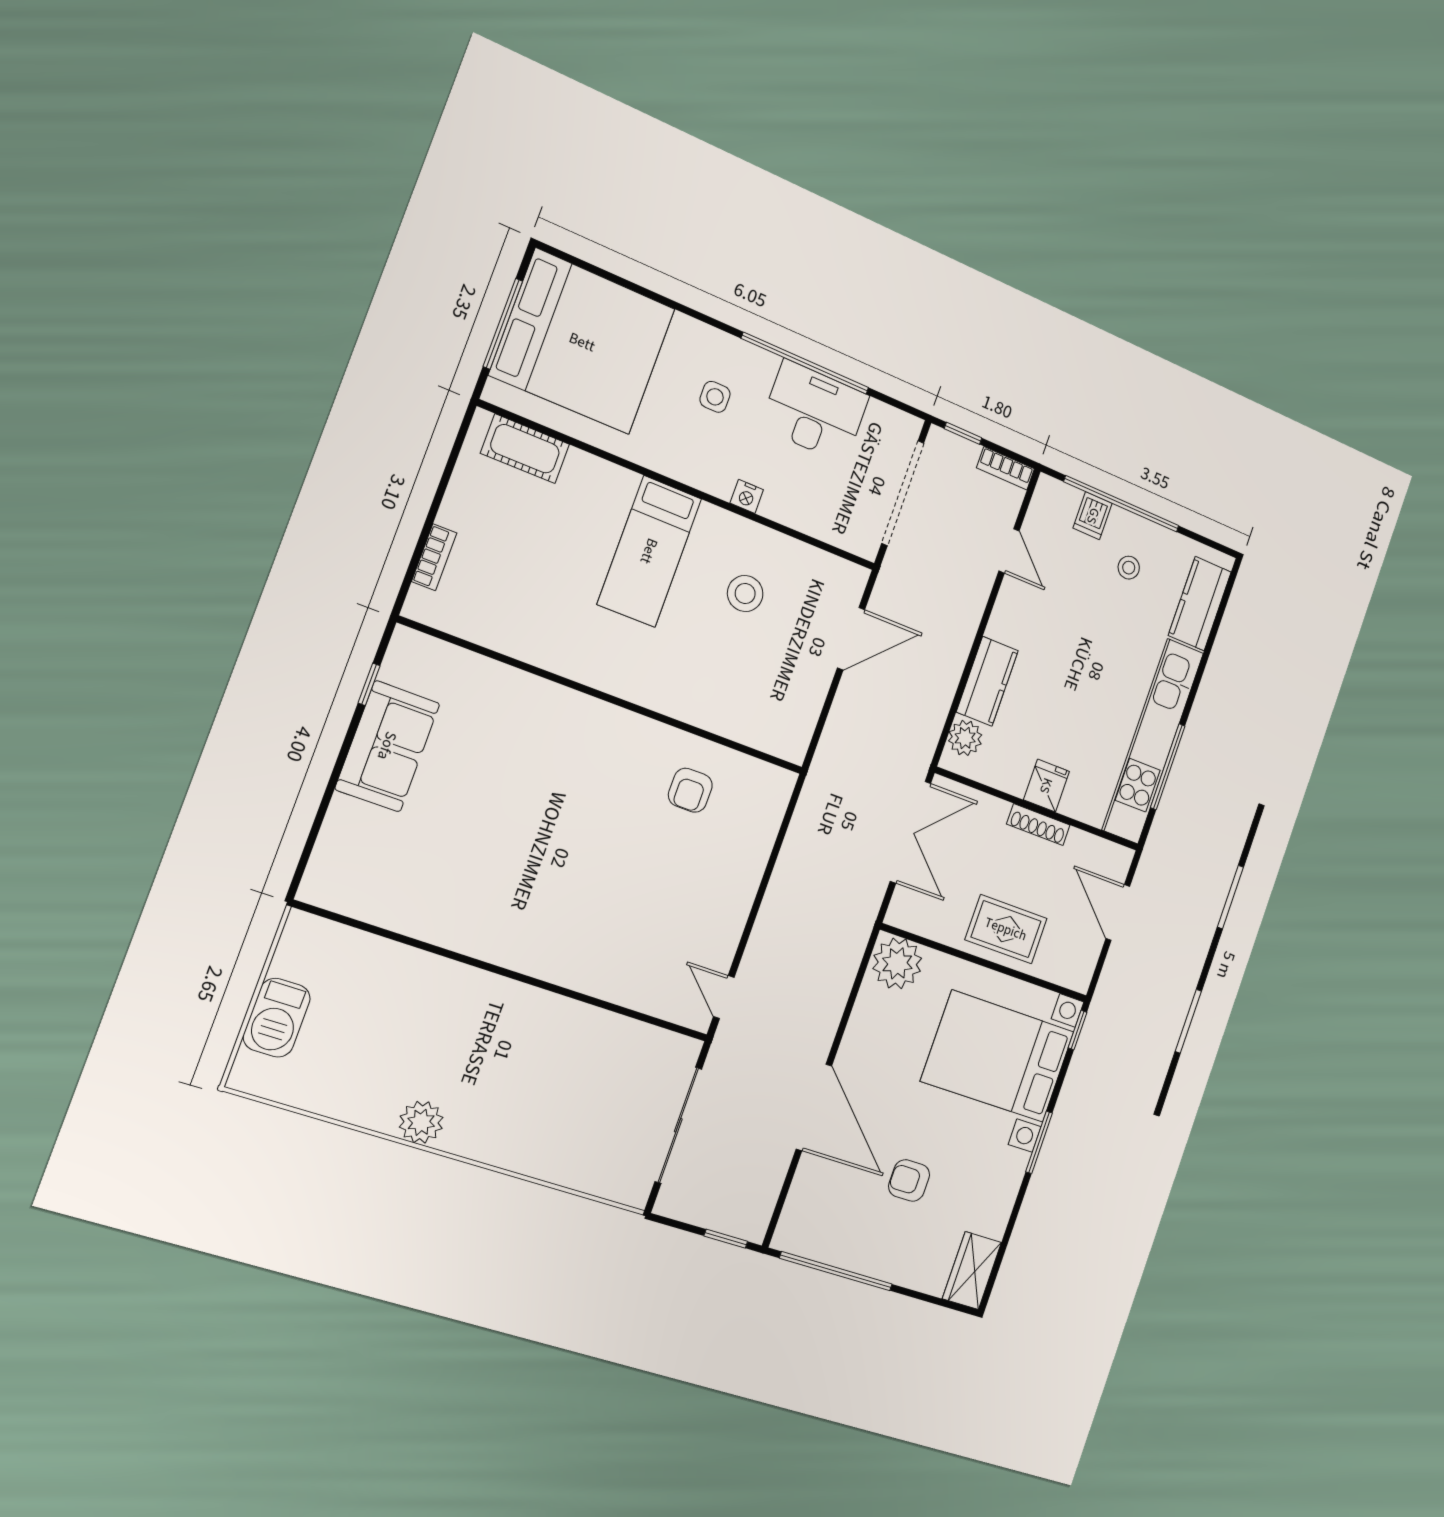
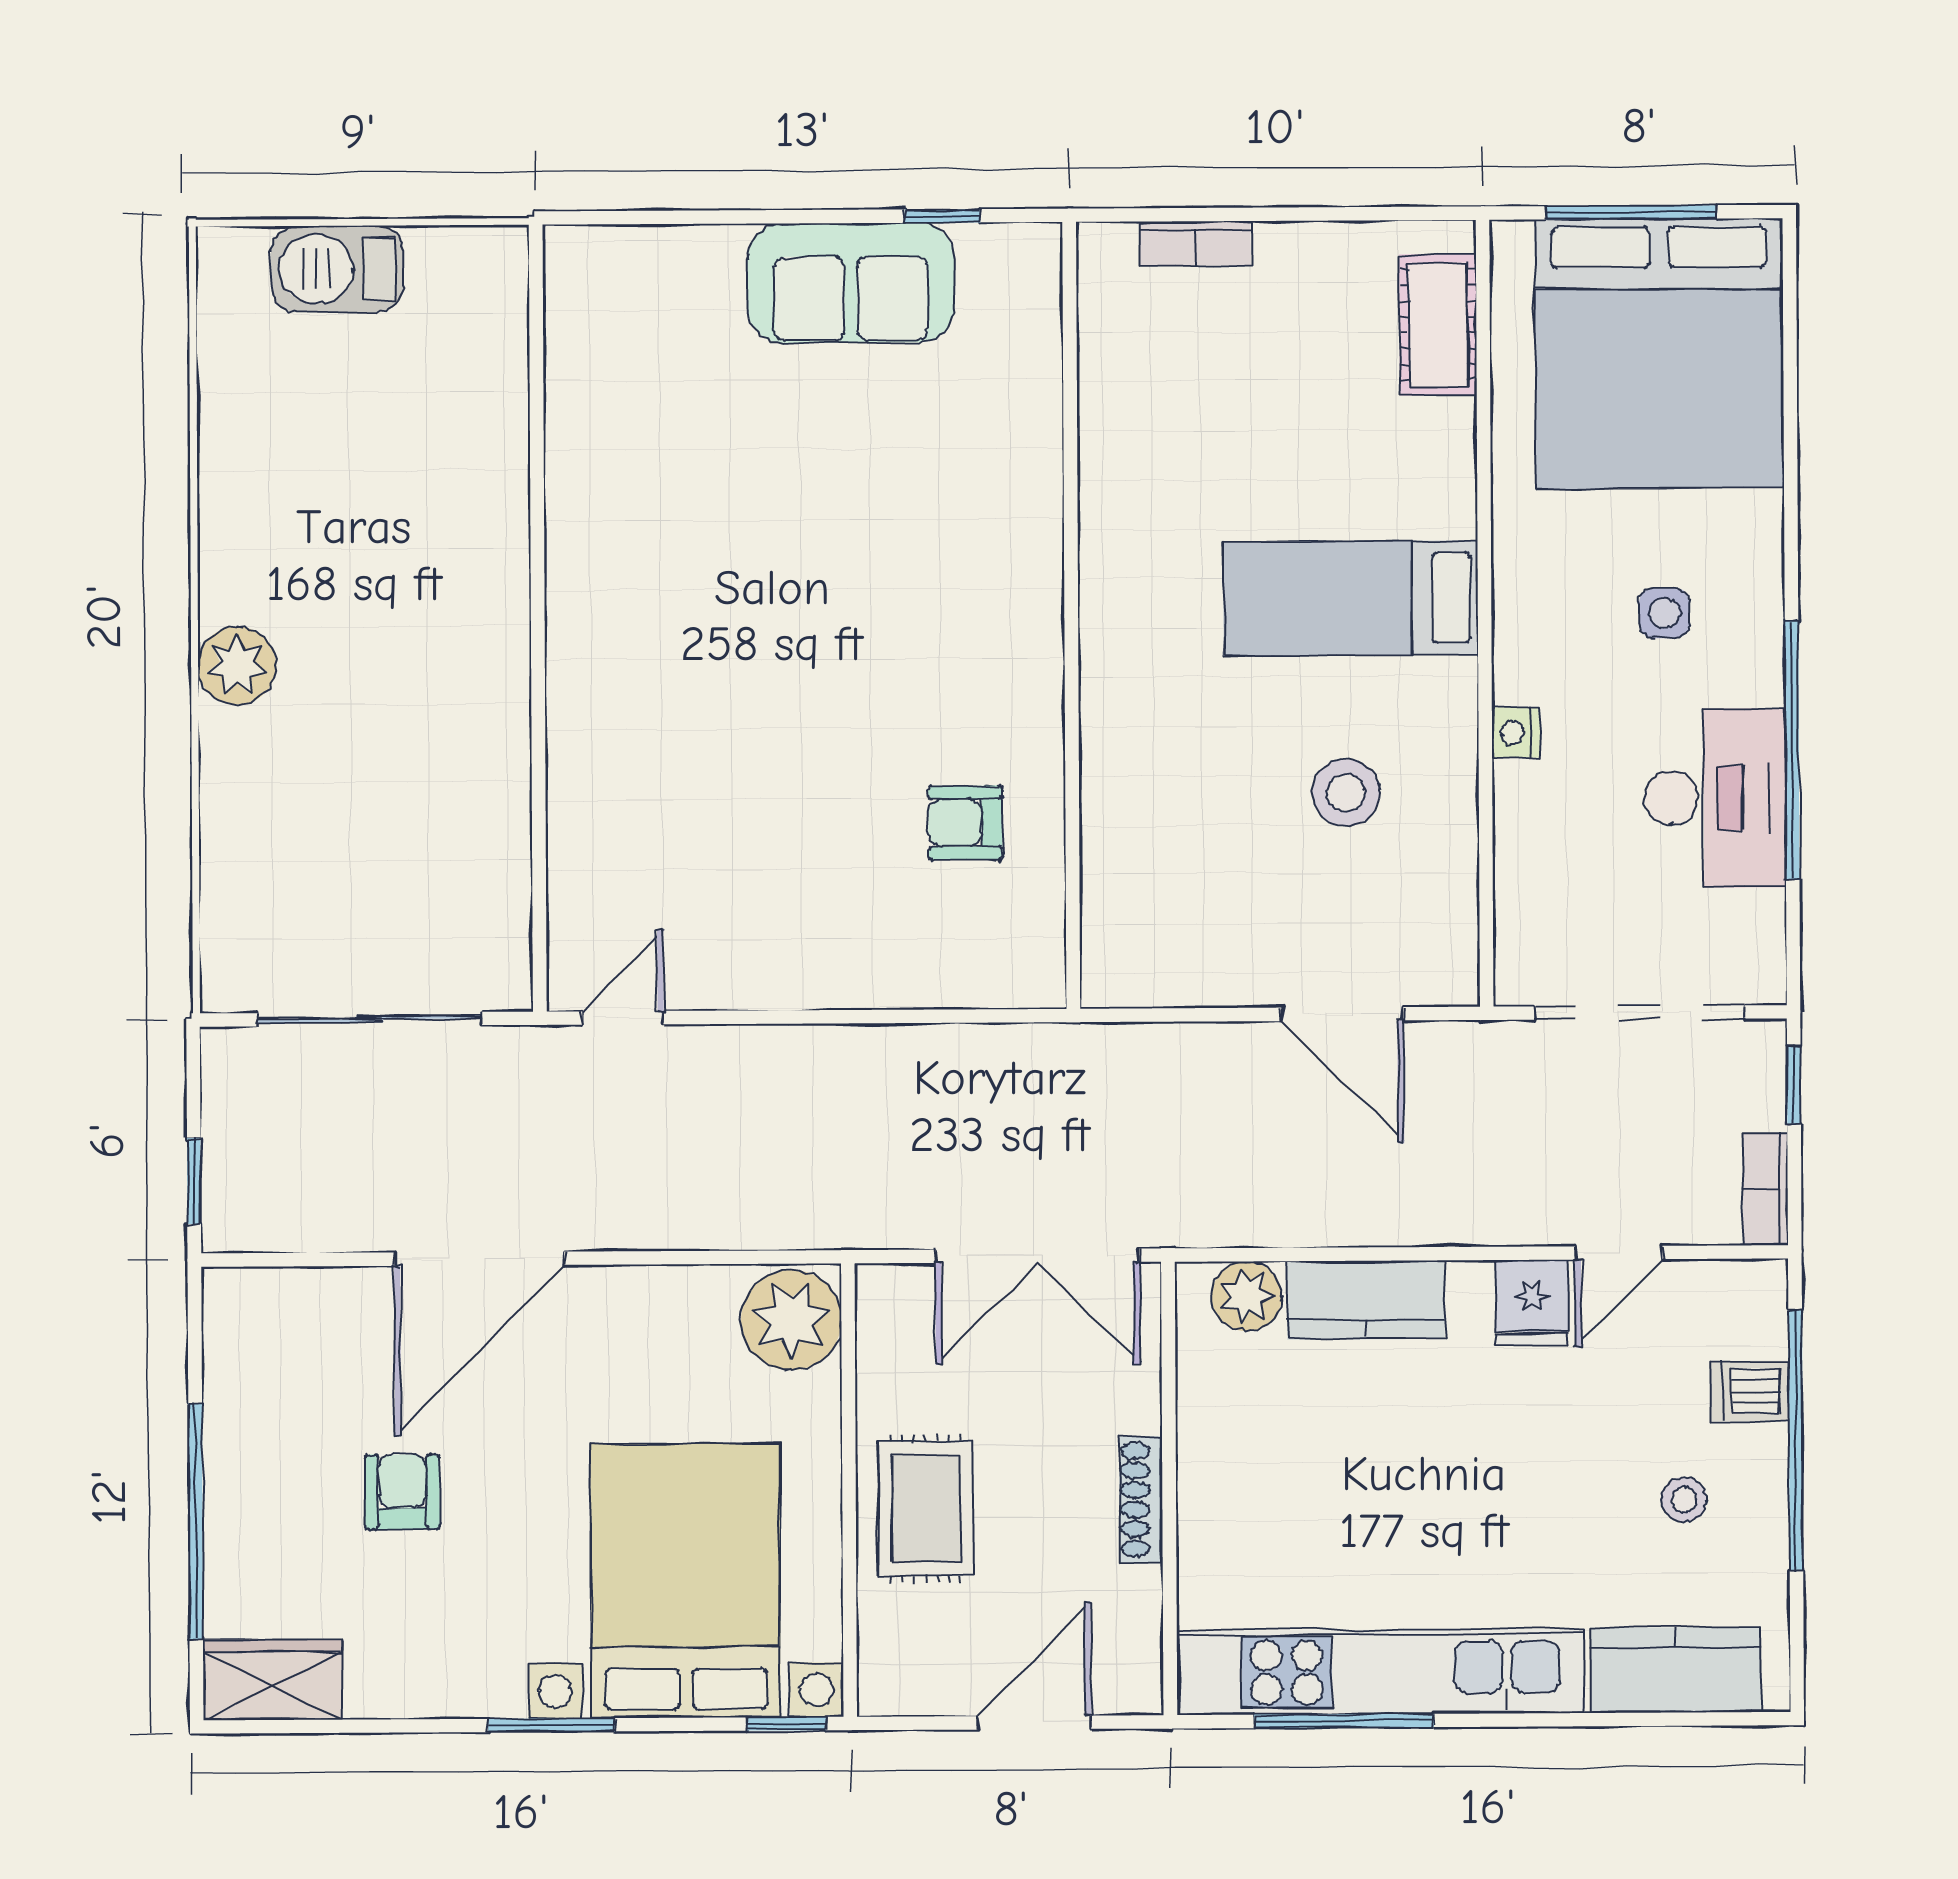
fridge: (1046, 786) -> (1532, 1303), moved, turned 90
plant: (421, 1122) -> (237, 666), moved
window: (836, 1271) -> (196, 1521), moved

